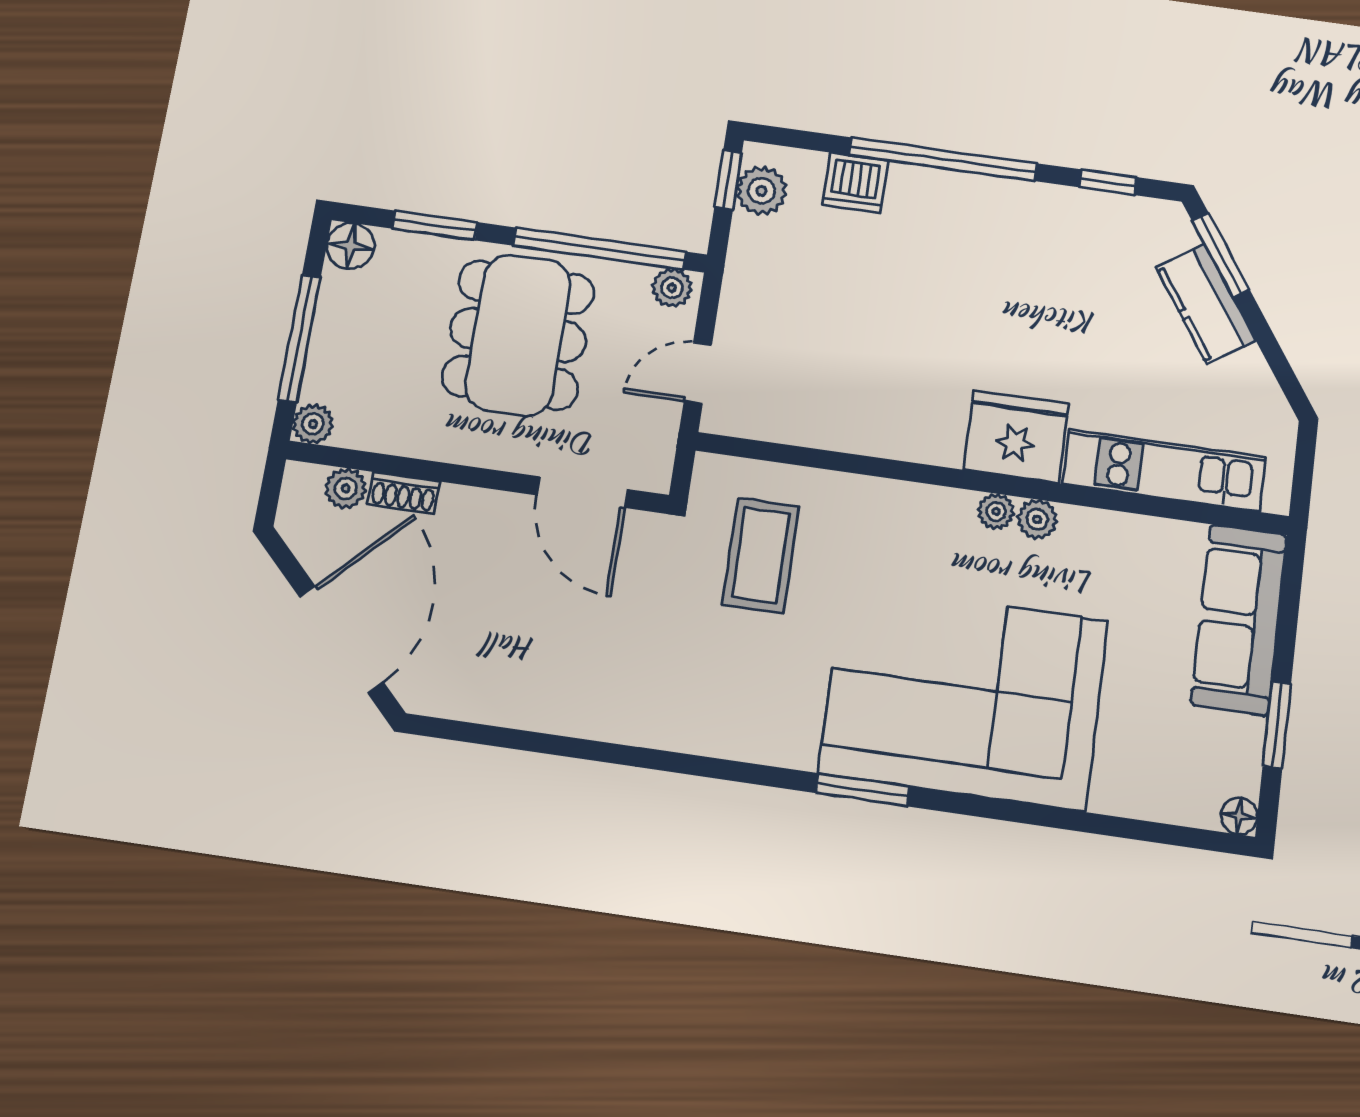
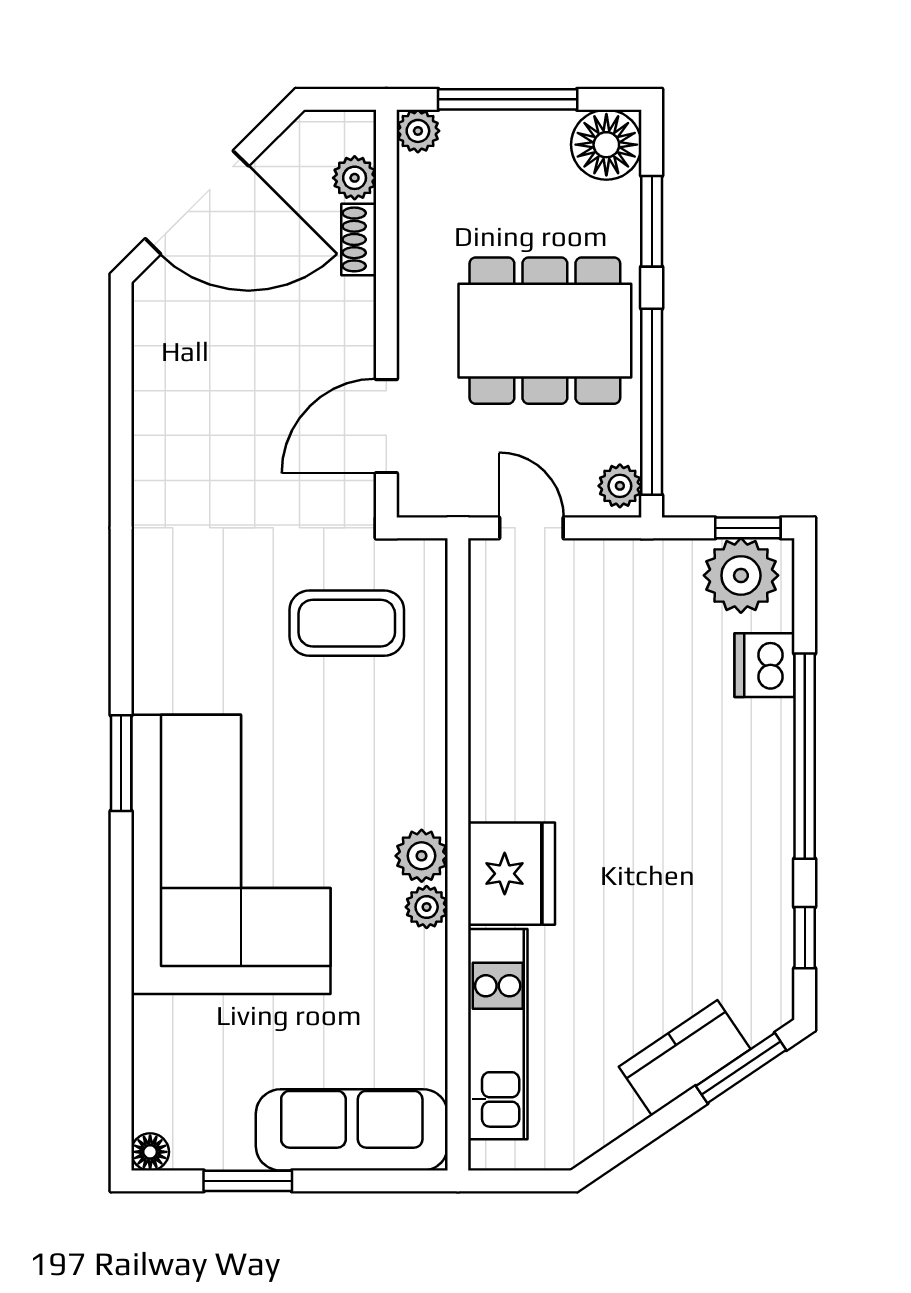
plant: (761, 191) -> (741, 575), width x1.36, depth x1.36
floor lamp: (351, 246) -> (606, 145), width x1.38, depth x1.38
plant: (996, 512) -> (422, 856), width x1.38, depth x1.38

